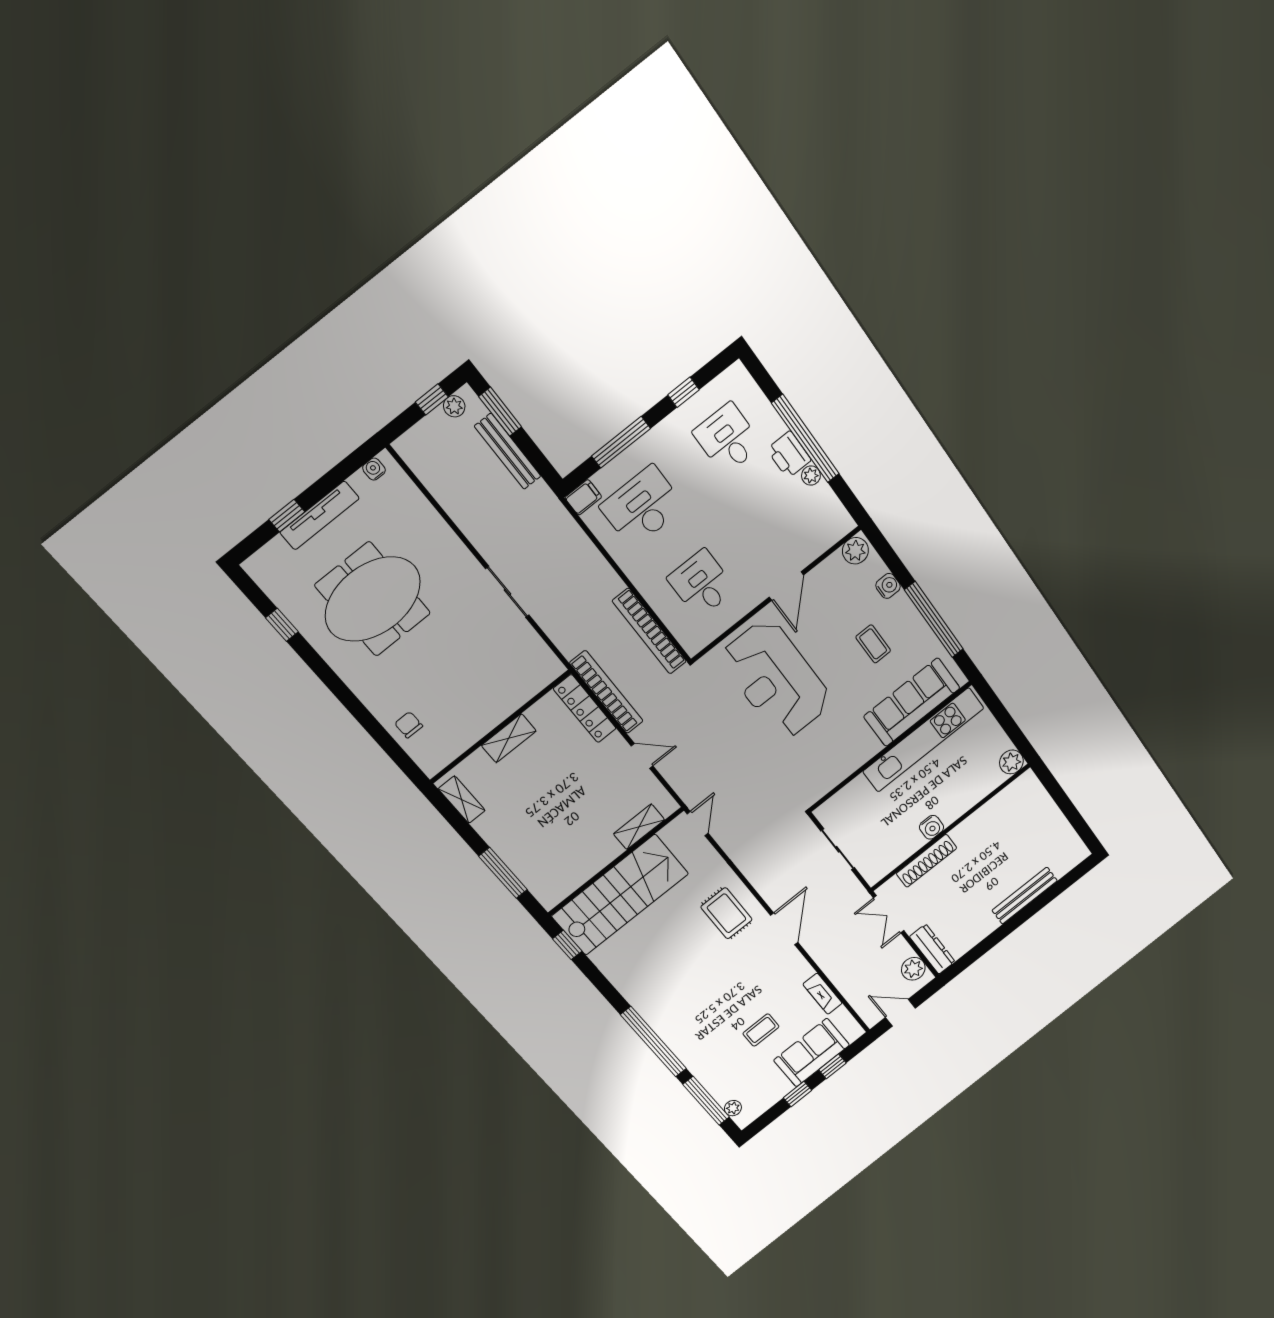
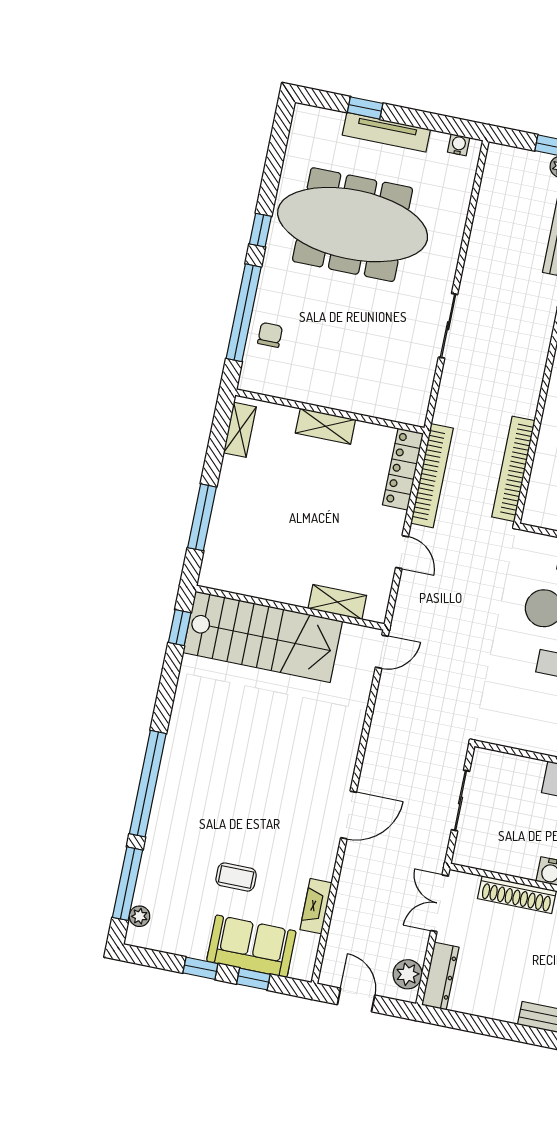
meeting table: (373, 599) -> (353, 225), width x1.36
window: (282, 625) -> (260, 230), moved
window: (376, 731) -> (244, 313), added
rug: (726, 913) -> (321, 748), removed

